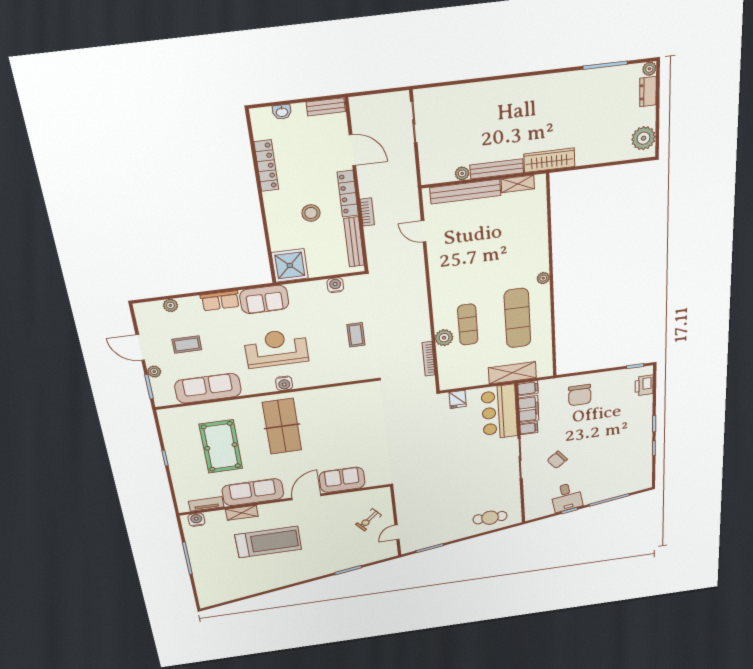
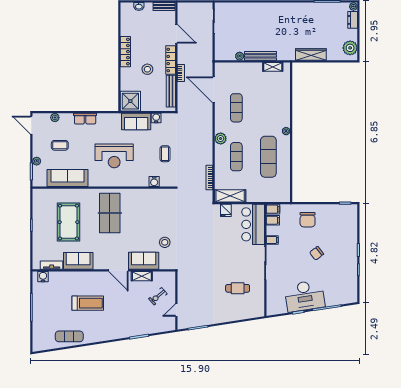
wardrobe: (549, 160) -> (311, 54), moved
locker: (266, 166) -> (125, 52), moved
bench: (465, 192) -> (241, 68), removed
door: (424, 231) -> (214, 90), width x1.87
exercise mat: (463, 254) -> (236, 108), added
sofa: (264, 299) -> (136, 121), moved
plant: (444, 338) -> (221, 139), moved
door: (140, 348) -> (31, 125), moved
reception desk: (276, 348) -> (114, 156), turned 180
shelving: (512, 373) -> (230, 196), moved
water cooler: (284, 383) -> (154, 182), moved
printer: (644, 385) -> (351, 219), removed
filing cabinet: (529, 409) -> (273, 220), width x0.50
stool: (370, 453) -> (165, 242), added
chair: (557, 460) -> (317, 253), moved
sofa: (253, 492) -> (78, 261), width x0.73
door: (306, 497) -> (118, 270), swing flipped
desk: (567, 497) -> (305, 296), width x1.87, depth x1.30
shelving: (242, 513) -> (142, 276), moved
cafe table: (490, 518) -> (238, 288), moved
treadmill: (268, 542) -> (88, 303), width x0.73, depth x0.73
exercise mat: (249, 584) -> (69, 336), added

